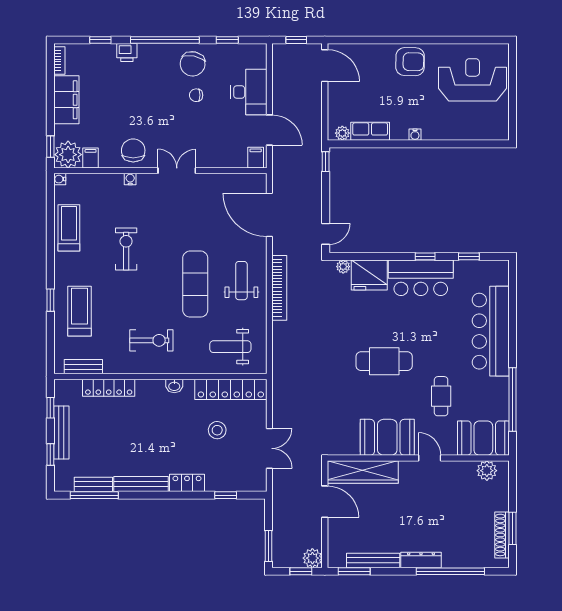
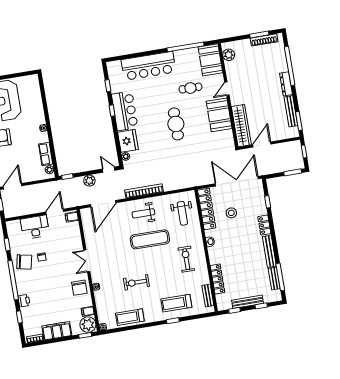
chair: (133, 150) -> (79, 288), turned -90
double door: (269, 448) -> (237, 181), width x1.87
plant: (312, 558) -> (89, 181), moved

